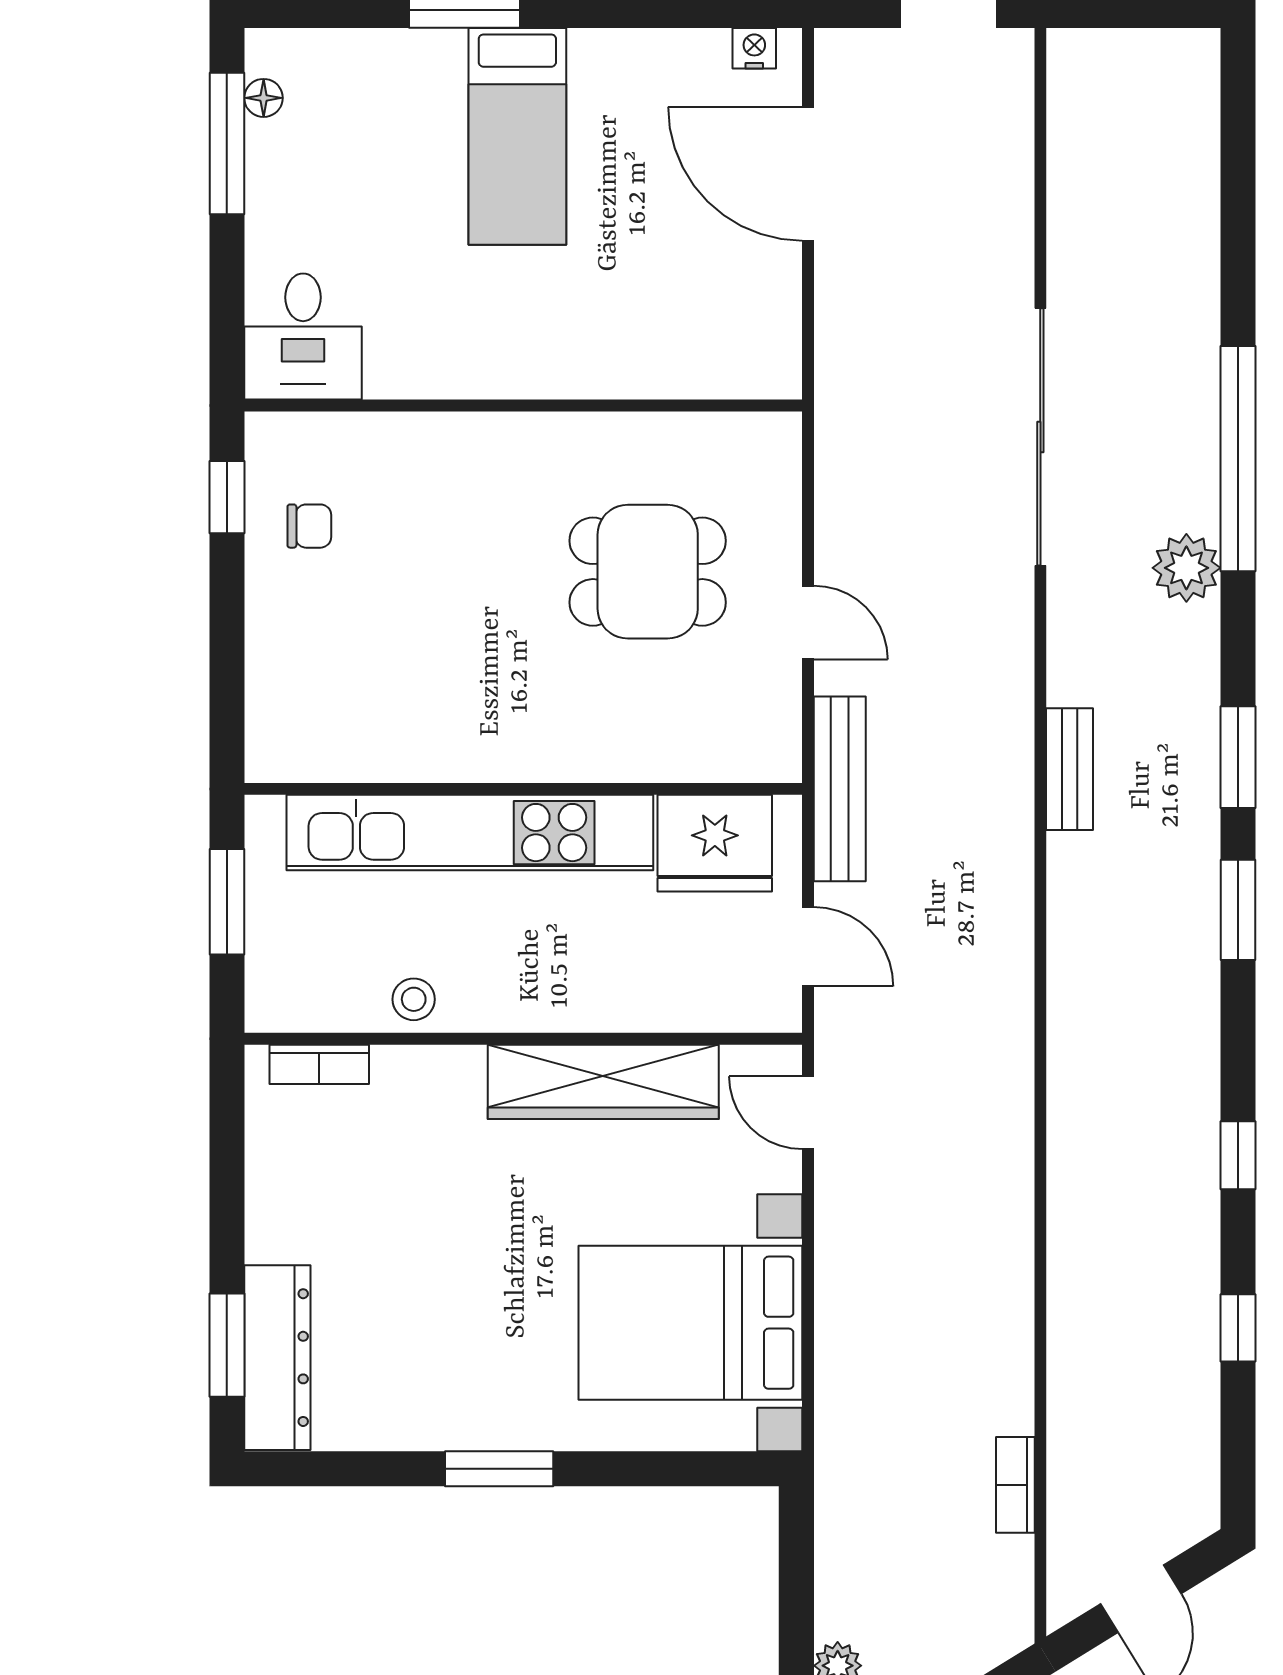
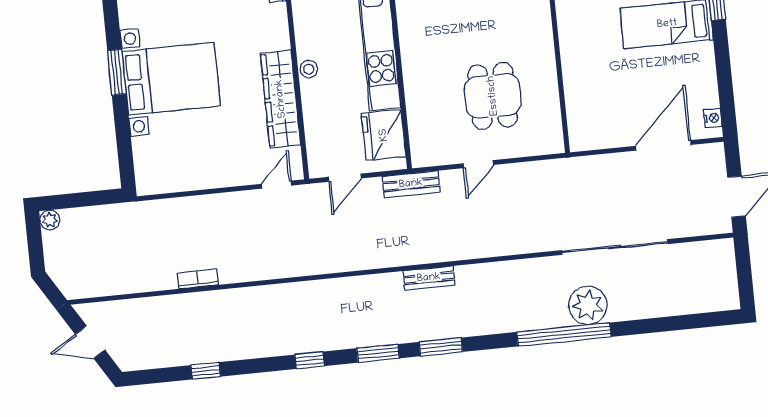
sliding door: (1040, 437) -> (615, 247), moved
plant: (1186, 568) -> (588, 305), moved, width x1.36, depth x1.36
bench: (840, 789) -> (411, 184), width x0.73
stool: (414, 999) -> (309, 69), moved
window: (1238, 1155) -> (310, 360), moved
bed with nightstands: (690, 1323) -> (171, 79), moved, turned 90
bookcase: (1015, 1485) -> (198, 279), moved

